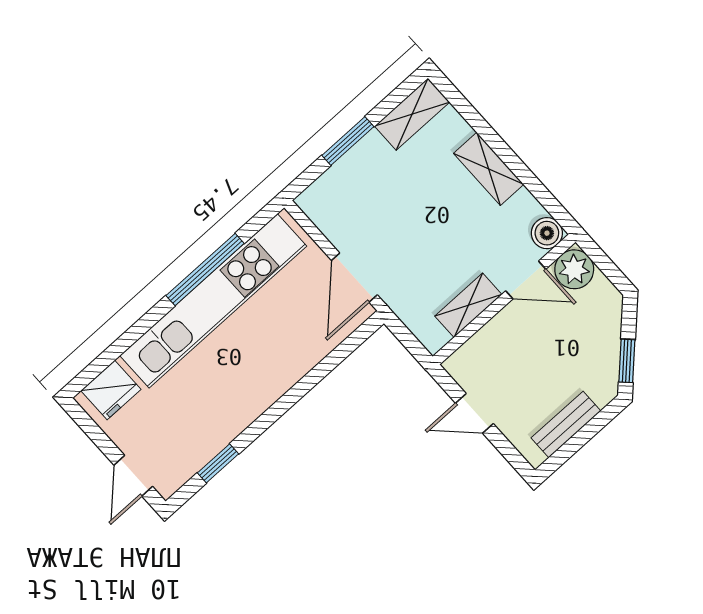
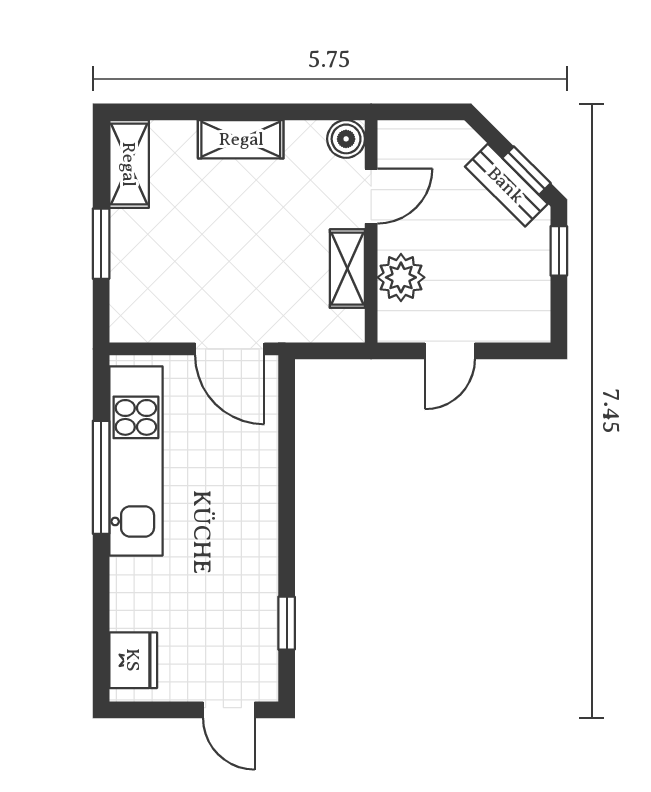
plant: (574, 269) -> (401, 277), moved
kitchen unit: (213, 301) -> (136, 461), width x0.73
bench: (566, 424) -> (506, 185), moved, turned -45
window: (596, 425) -> (559, 251), added

